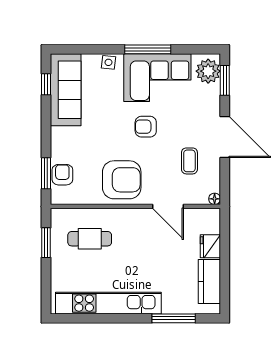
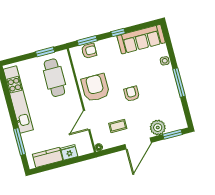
plant: (208, 71) -> (158, 128), moved
corner sofa: (157, 78) -> (163, 93), removed
window: (46, 84) -> (118, 32), moved
armchair: (122, 180) -> (95, 88), turned 180
cafe table: (90, 239) -> (54, 78), width x1.37, depth x1.35

